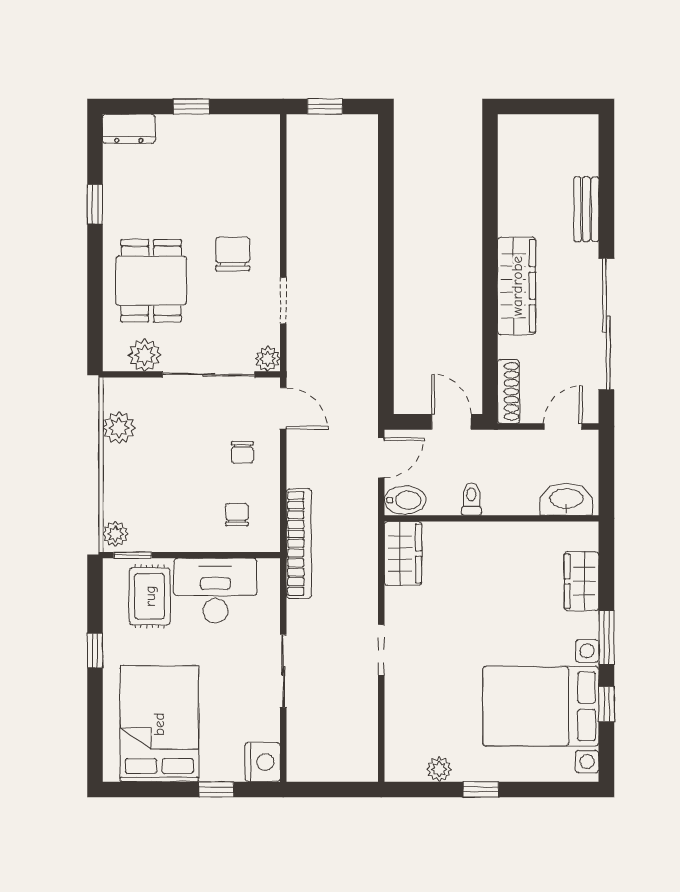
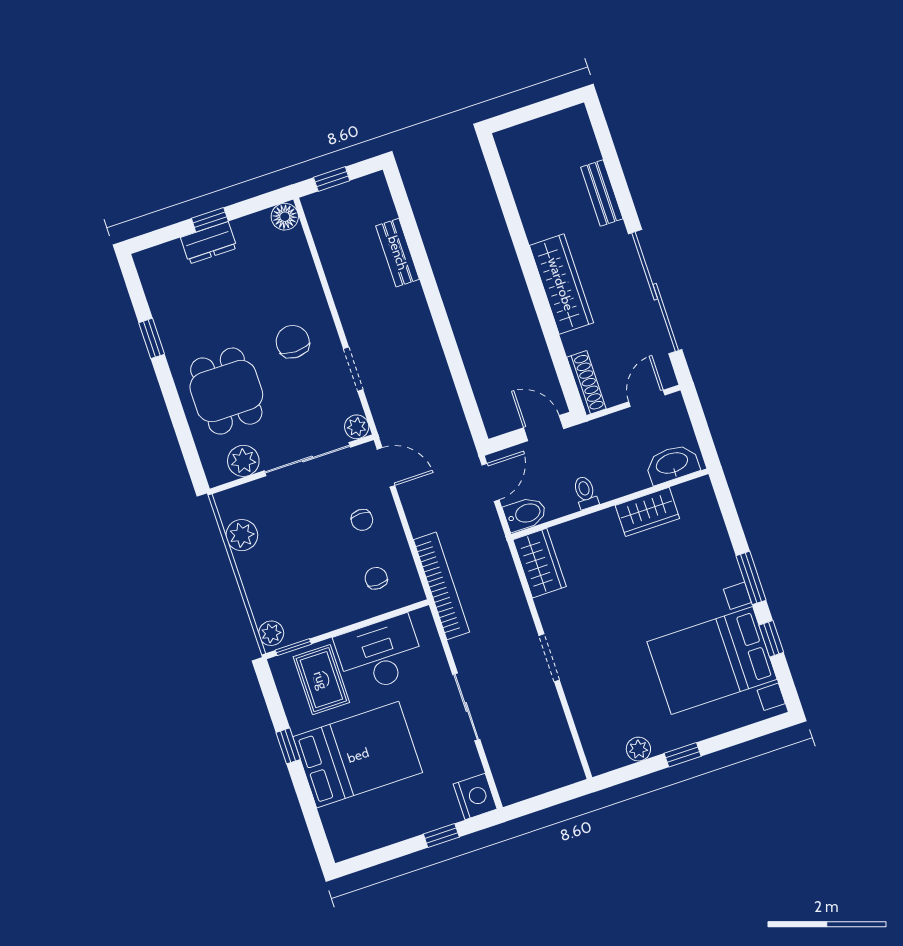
floor lamp: (266, 128) -> (285, 217), added
dresser: (129, 129) -> (209, 243), moved
bench: (365, 201) -> (398, 253), added
wardrobe: (582, 581) -> (647, 512), moved, turned -90
bed: (159, 724) -> (358, 755), moved, turned 90

